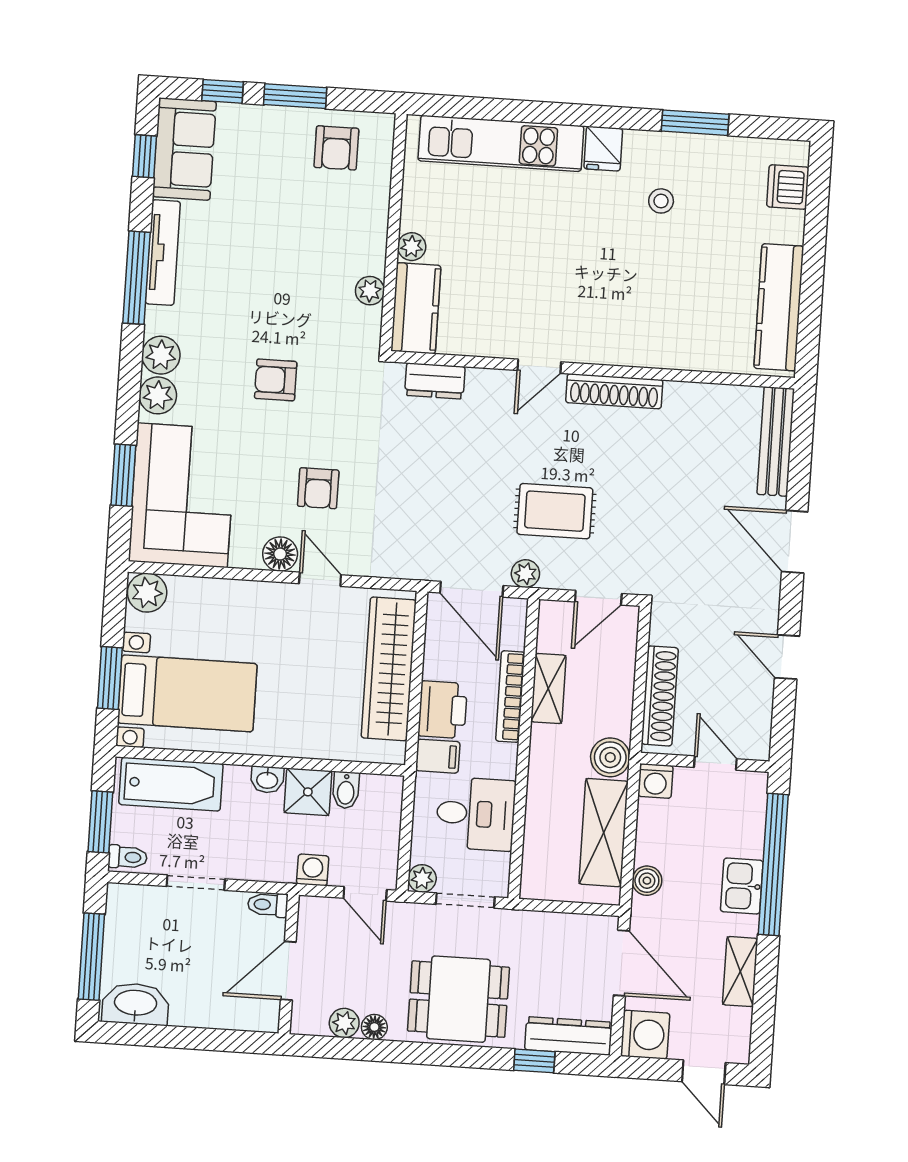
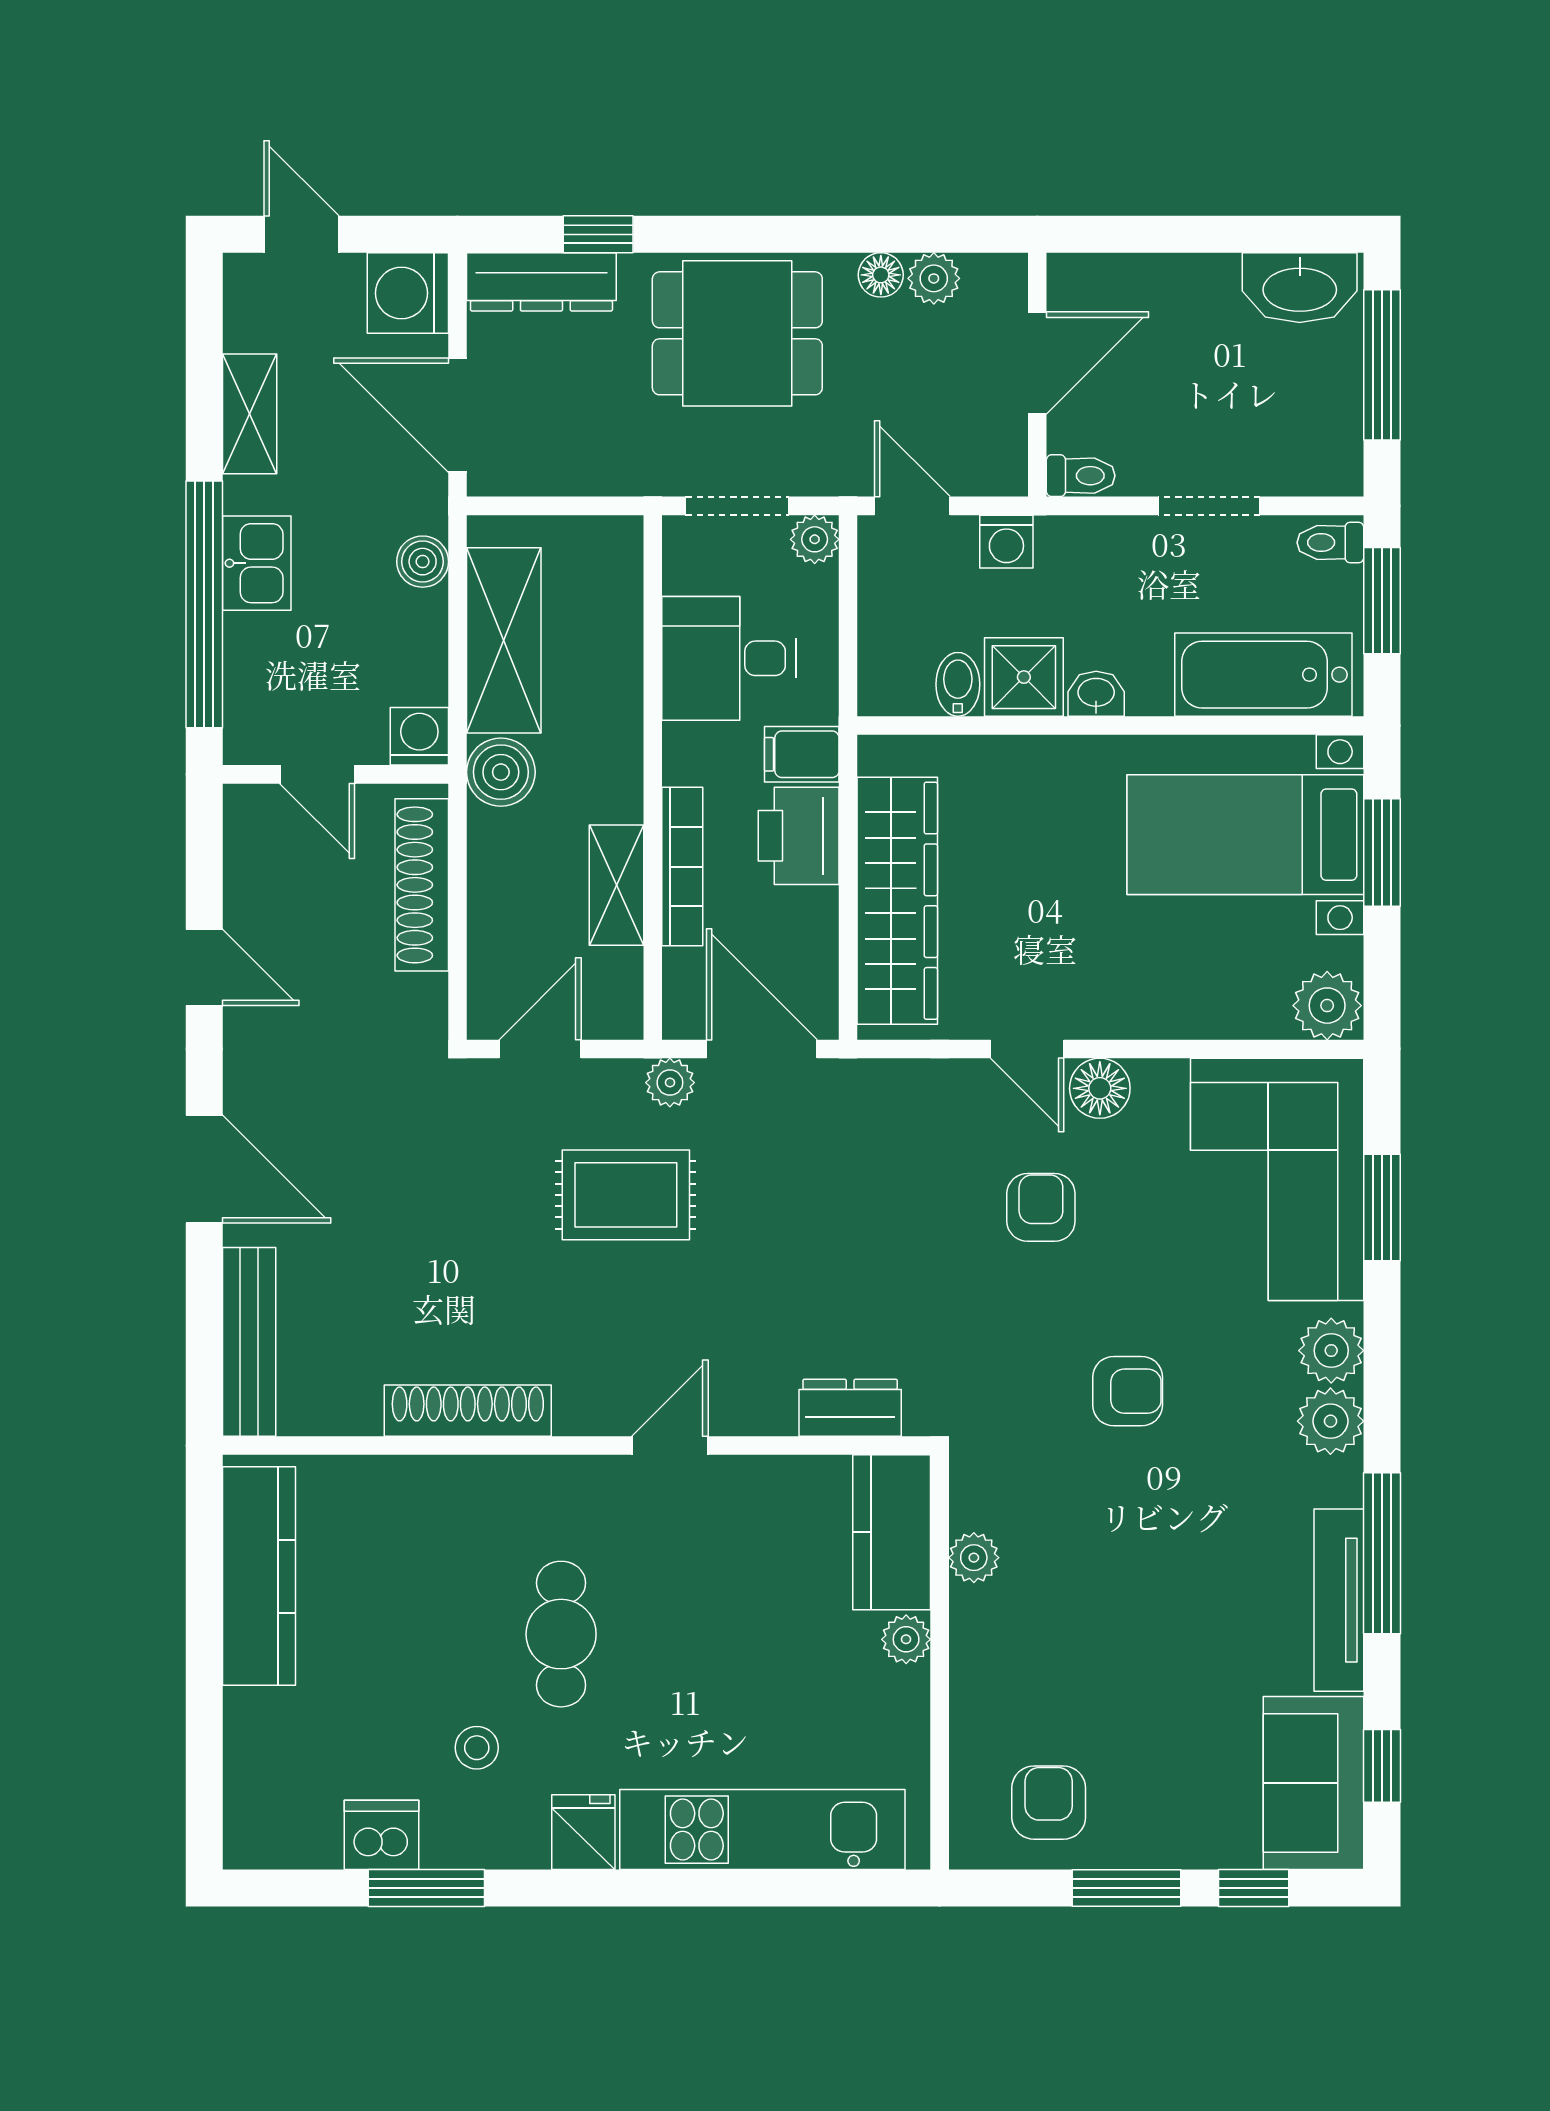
dishwasher: (788, 187) -> (381, 1835), moved, turned -90
cafe table: (609, 263) -> (561, 1634), added
shoe rack: (614, 391) -> (468, 1411), moved

